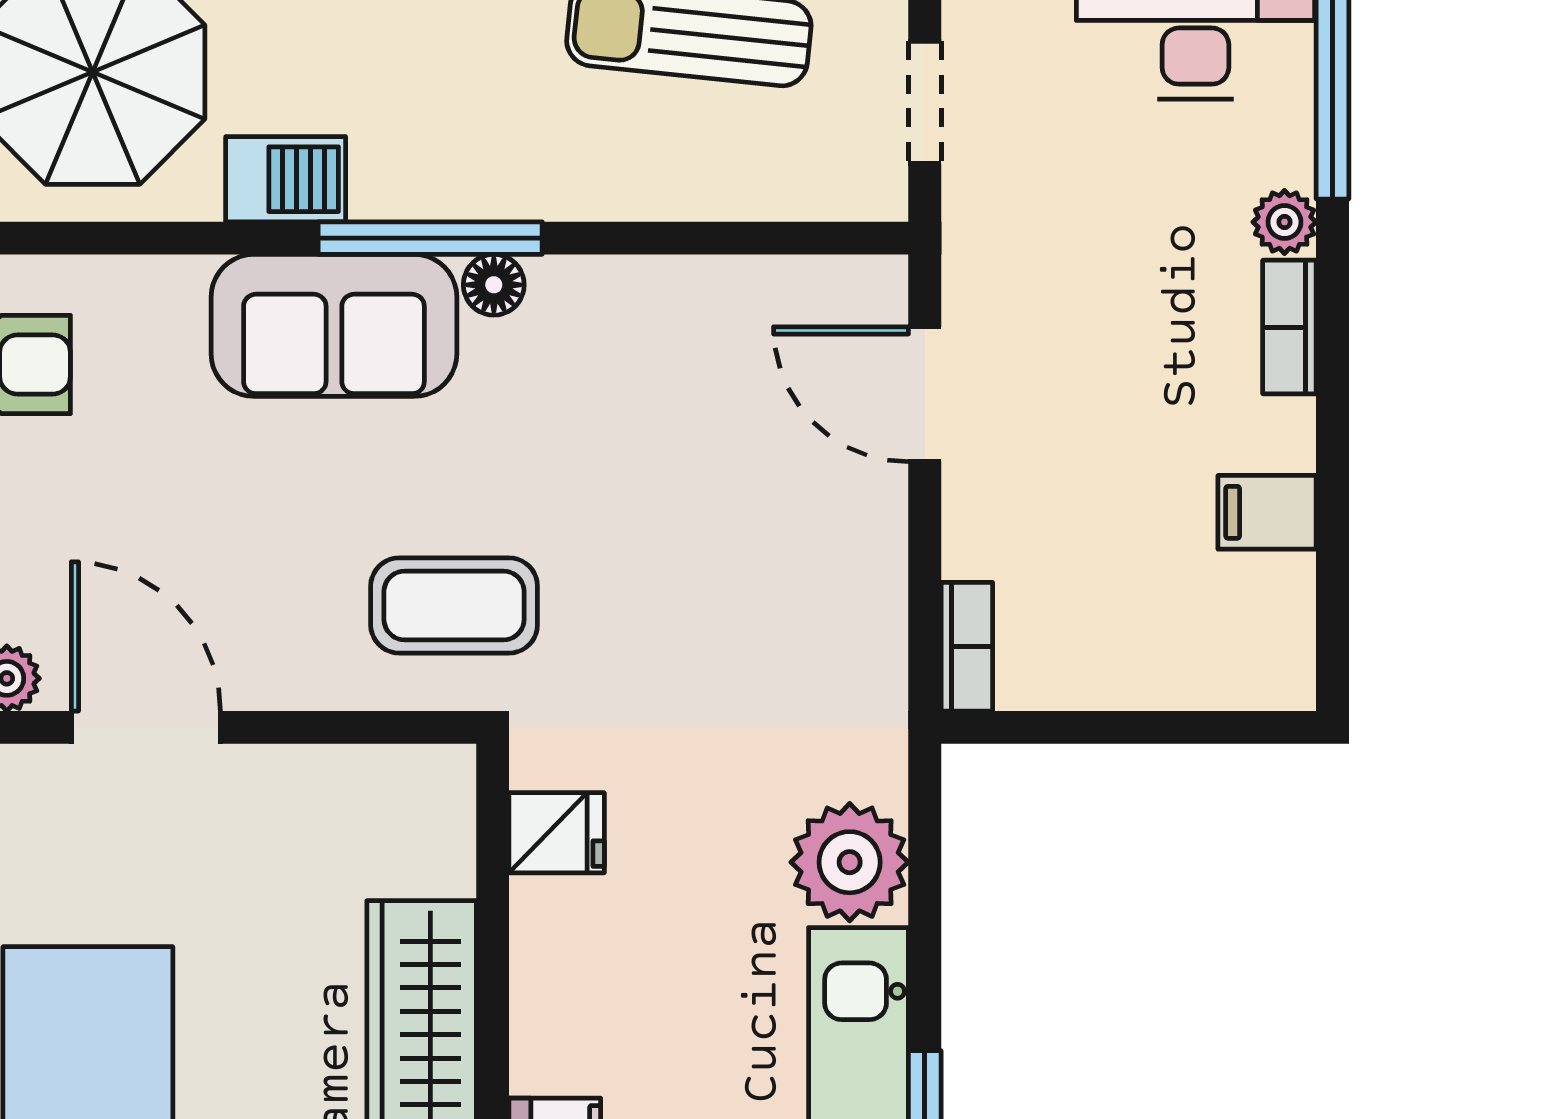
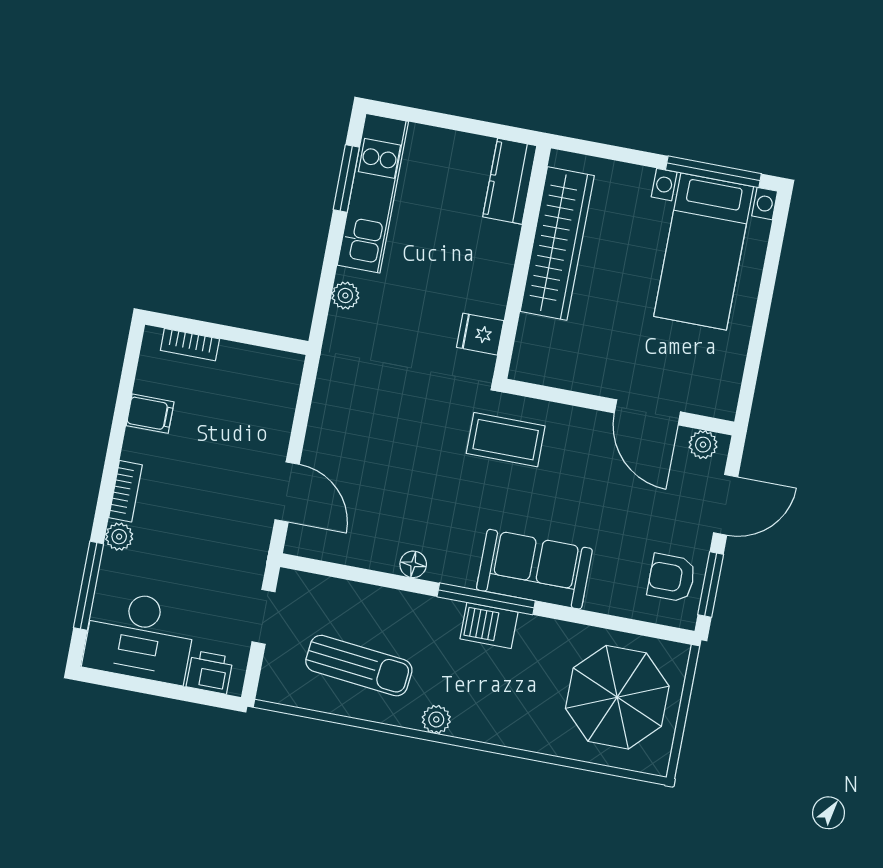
barbecue: (286, 179) -> (489, 625), moved
floor lamp: (494, 285) -> (413, 564), moved
bookcase: (967, 647) -> (190, 345), moved, turned -90
plant: (850, 862) -> (345, 296), width x0.53, depth x0.53

